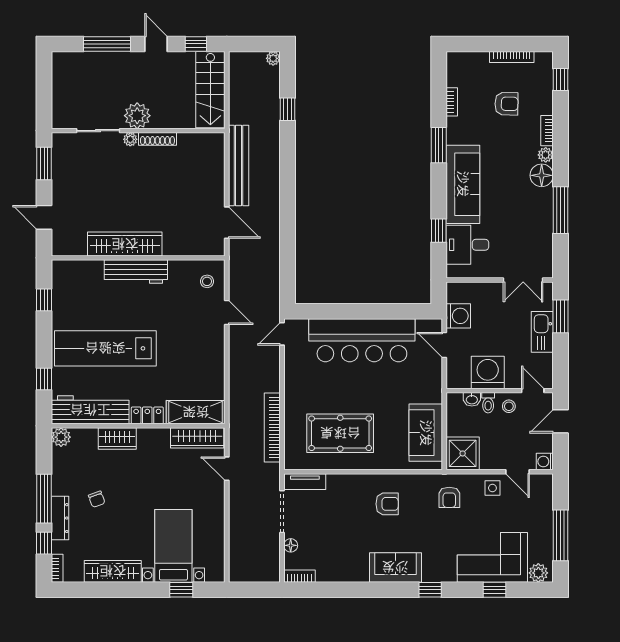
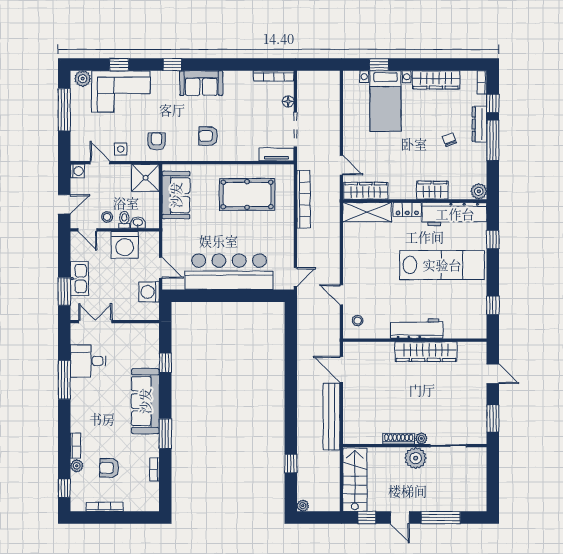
plant: (546, 155) -> (77, 466), moved
floor lamp: (542, 175) -> (80, 409), removed
desk: (467, 245) -> (88, 361), moved, turned 180
bookcase: (299, 576) -> (274, 76), width x1.56

